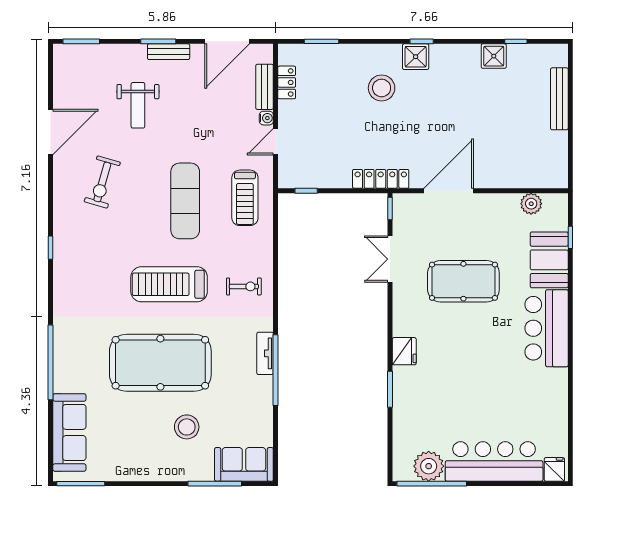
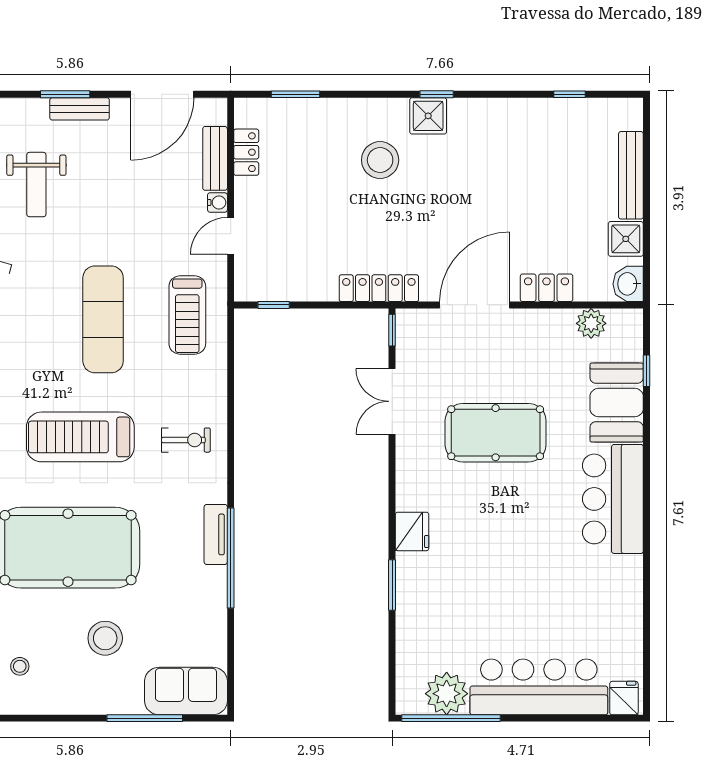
shower: (494, 56) -> (626, 239), moved
washbasin: (557, 176) -> (628, 284), added
locker: (500, 179) -> (547, 288), added
stool: (126, 447) -> (20, 666), added

